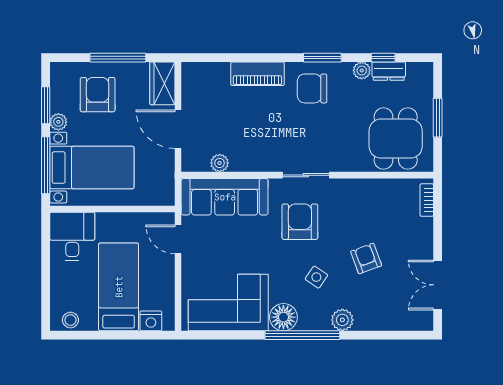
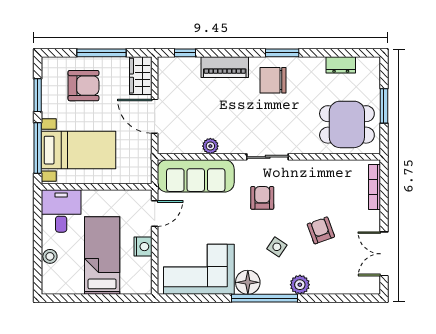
window: (383, 58) -> (185, 53), moved
plant: (362, 70) -> (317, 64), removed
armchair: (98, 95) -> (83, 86), turned 90
plant: (58, 122) -> (49, 110), removed
dining table: (396, 139) -> (347, 124), turned 90
plant: (220, 163) -> (210, 146), moved
bookcase: (427, 200) -> (374, 187), width x1.56
armchair: (300, 222) -> (262, 198), width x0.72, depth x0.72
door: (178, 239) -> (155, 213), swing flipped
stool: (70, 320) -> (50, 256), moved
nightstand: (151, 321) -> (143, 247), moved, turned -90

